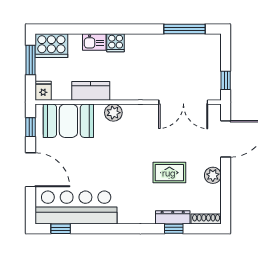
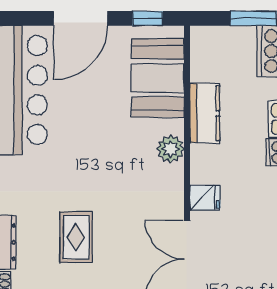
fridge: (43, 91) -> (205, 198), moved

